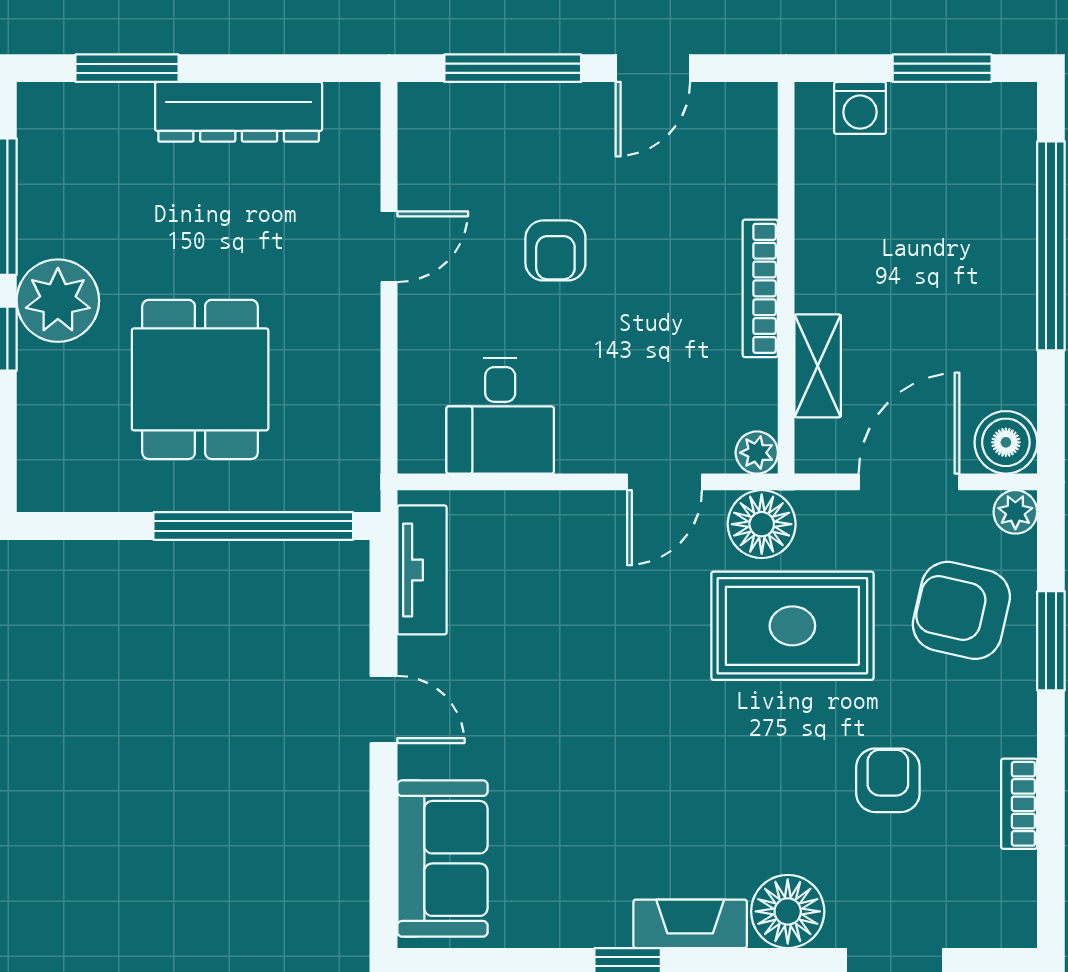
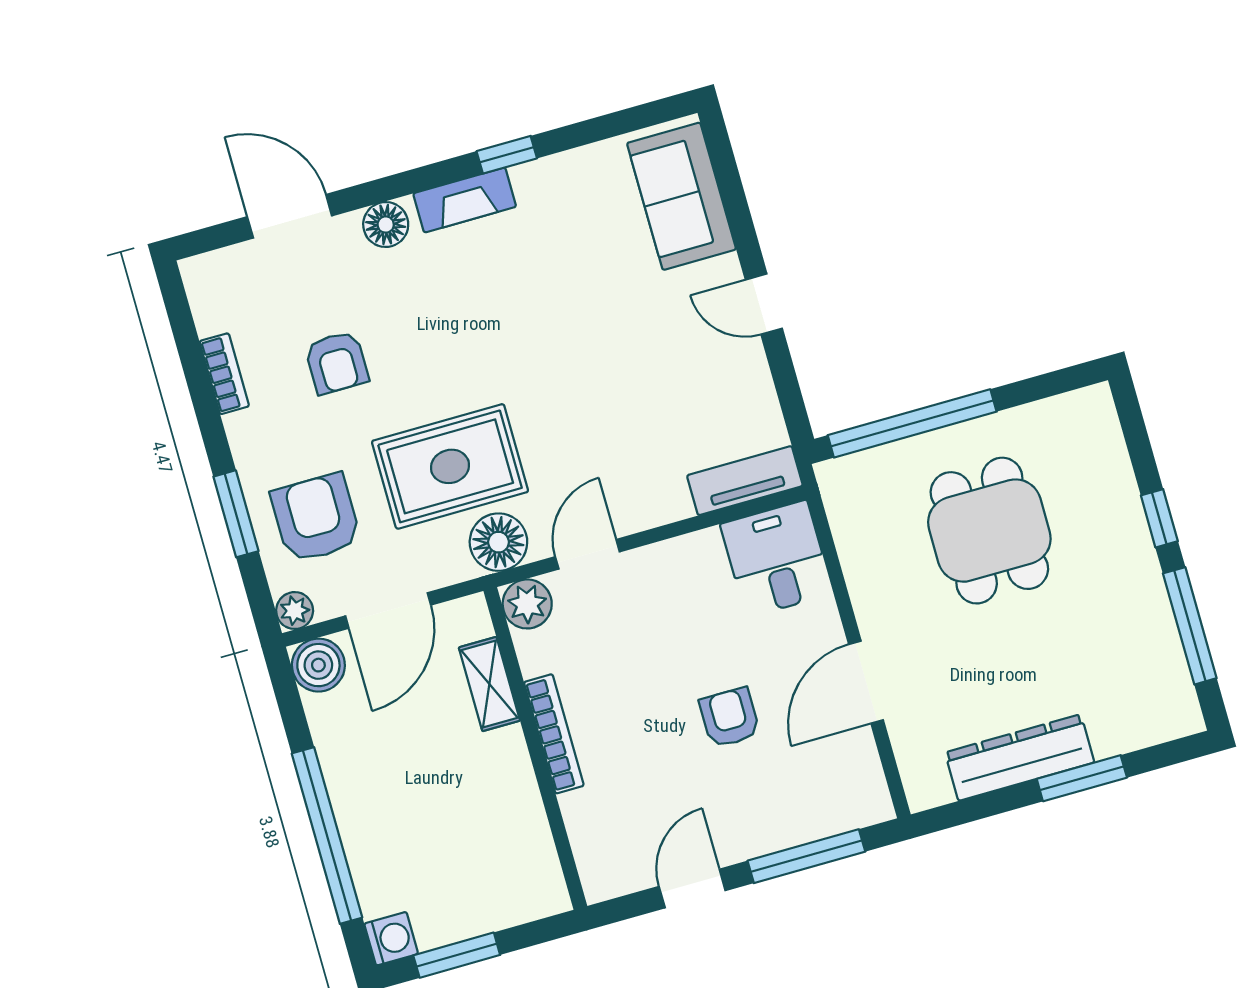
window: (127, 68) -> (1082, 778), moved
washing machine: (860, 108) -> (391, 939), moved, turned 90
door: (389, 247) -> (866, 682), width x1.38
plant: (58, 301) -> (1123, 562), removed
desk: (500, 416) -> (777, 559), moved
plant: (757, 453) -> (527, 604), width x1.38, depth x1.38
tv unit: (422, 570) -> (745, 481), moved, turned 90
armchair: (961, 610) -> (316, 518), turned -103
floor lamp: (788, 911) -> (386, 225), width x0.73, depth x0.73

